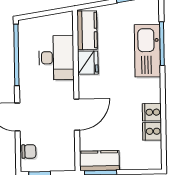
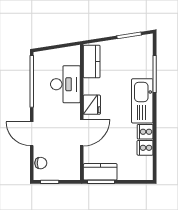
kitchen sink: (147, 51) -> (142, 101), moved
fridge: (88, 63) -> (92, 105), moved

